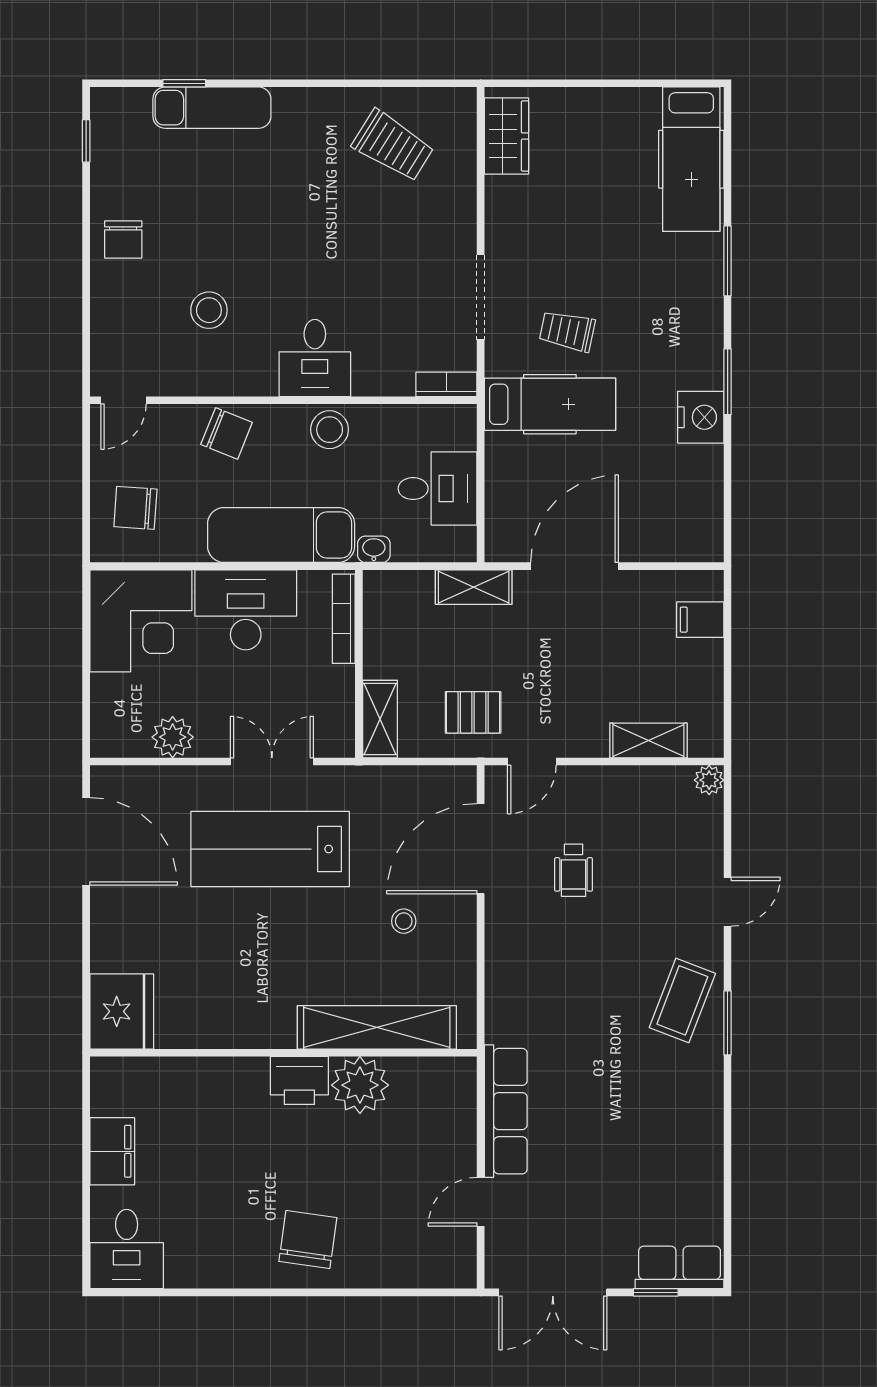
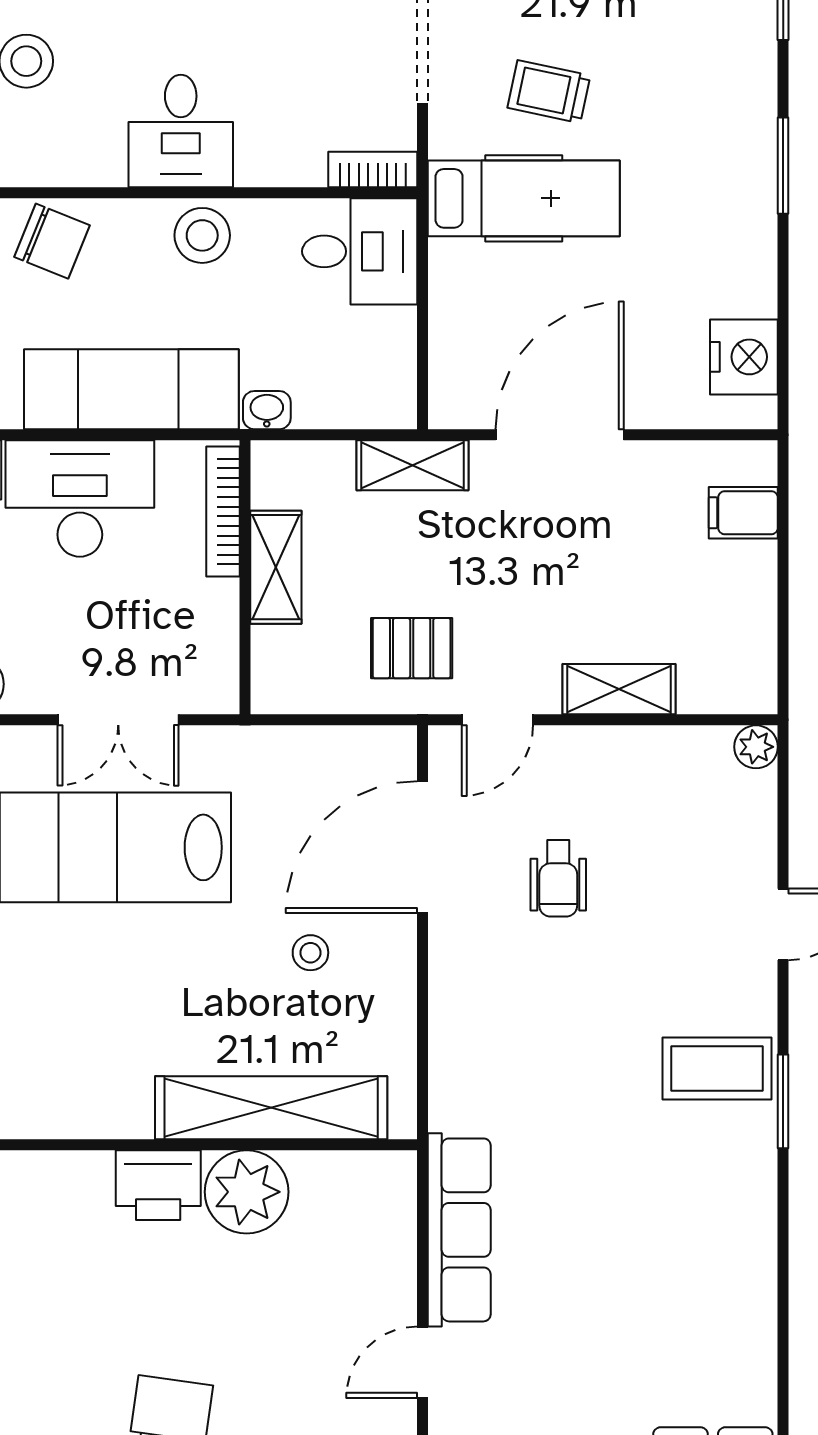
nightstand: (701, 417) -> (744, 357), moved
desk: (437, 489) -> (360, 251), moved
shelving: (380, 719) -> (276, 567), moved
shelving: (648, 740) -> (619, 689), moved
double door: (272, 762) -> (118, 720), swing flipped
coffee table: (682, 1000) -> (717, 1068), turned 69

